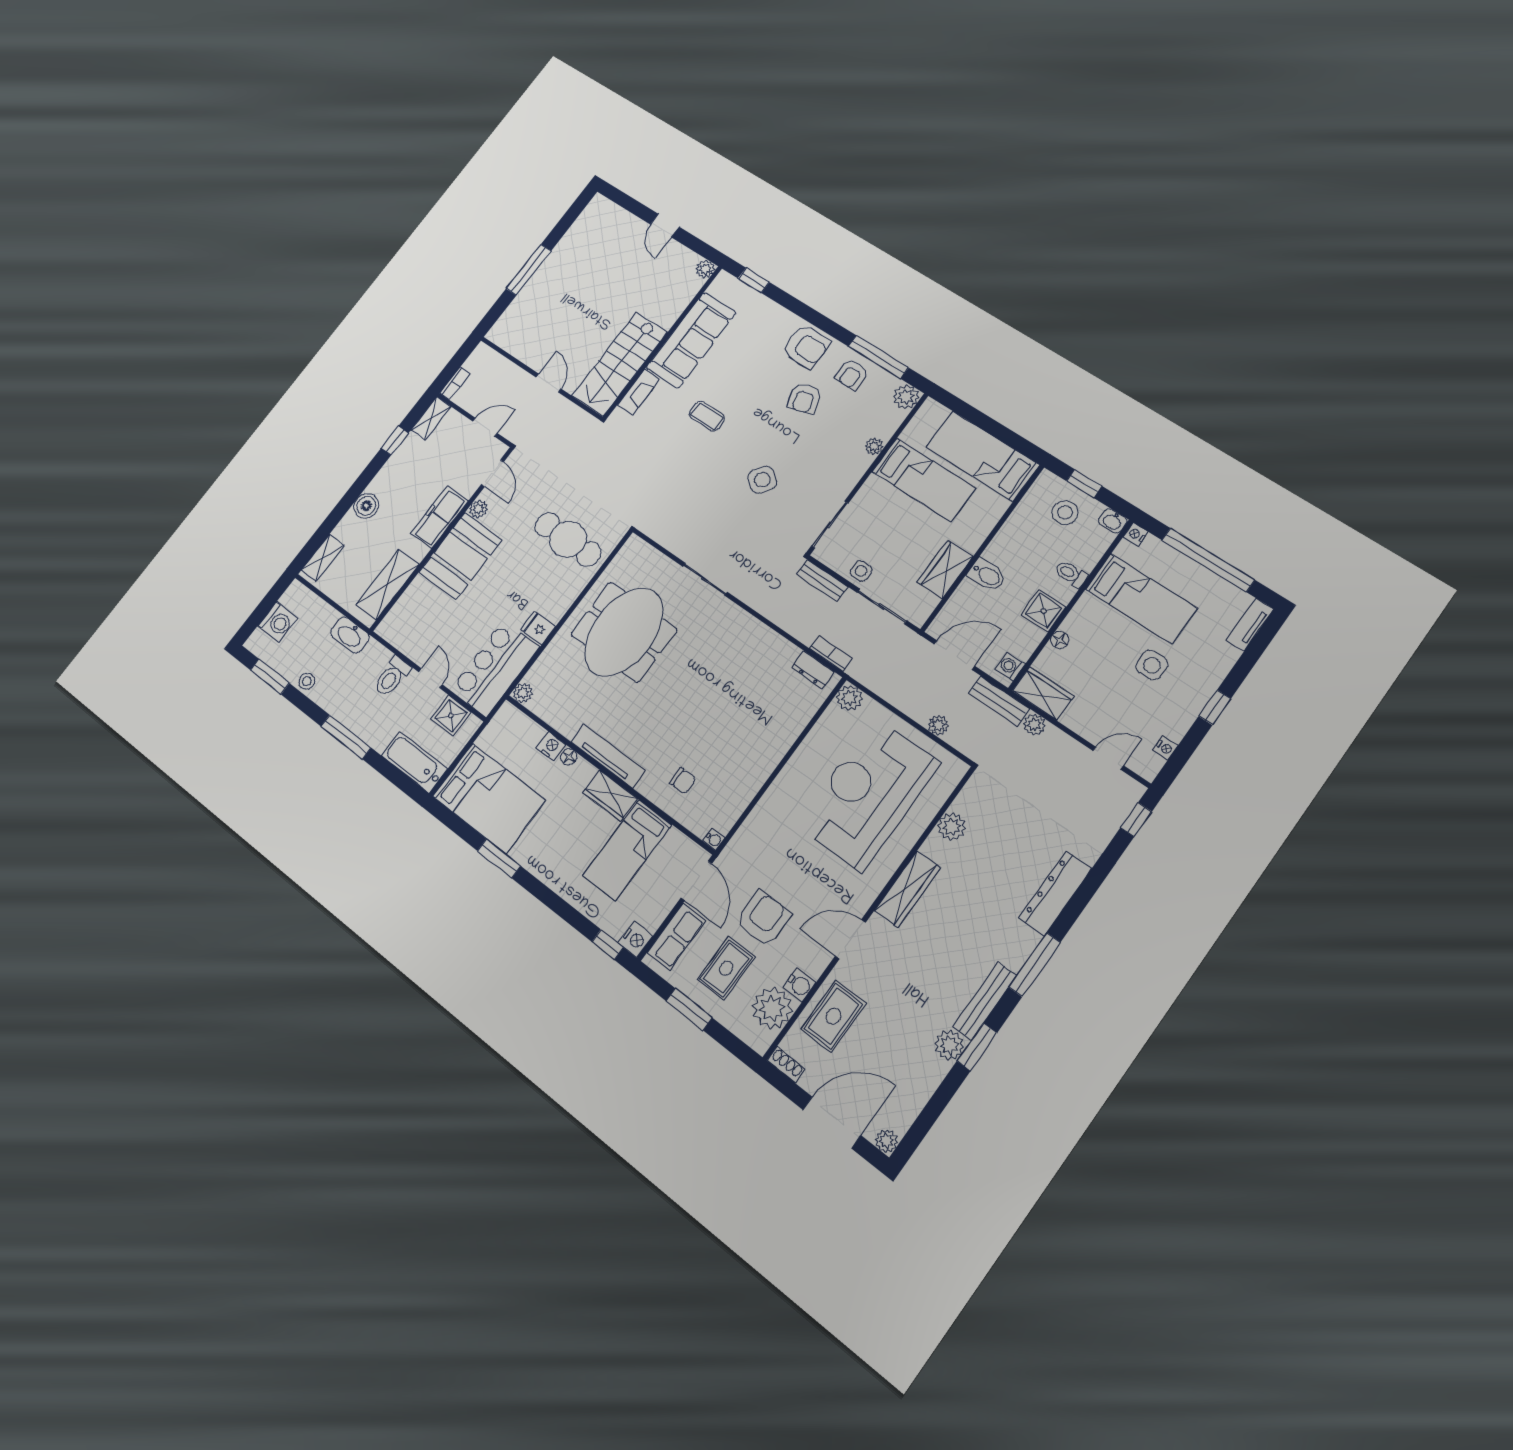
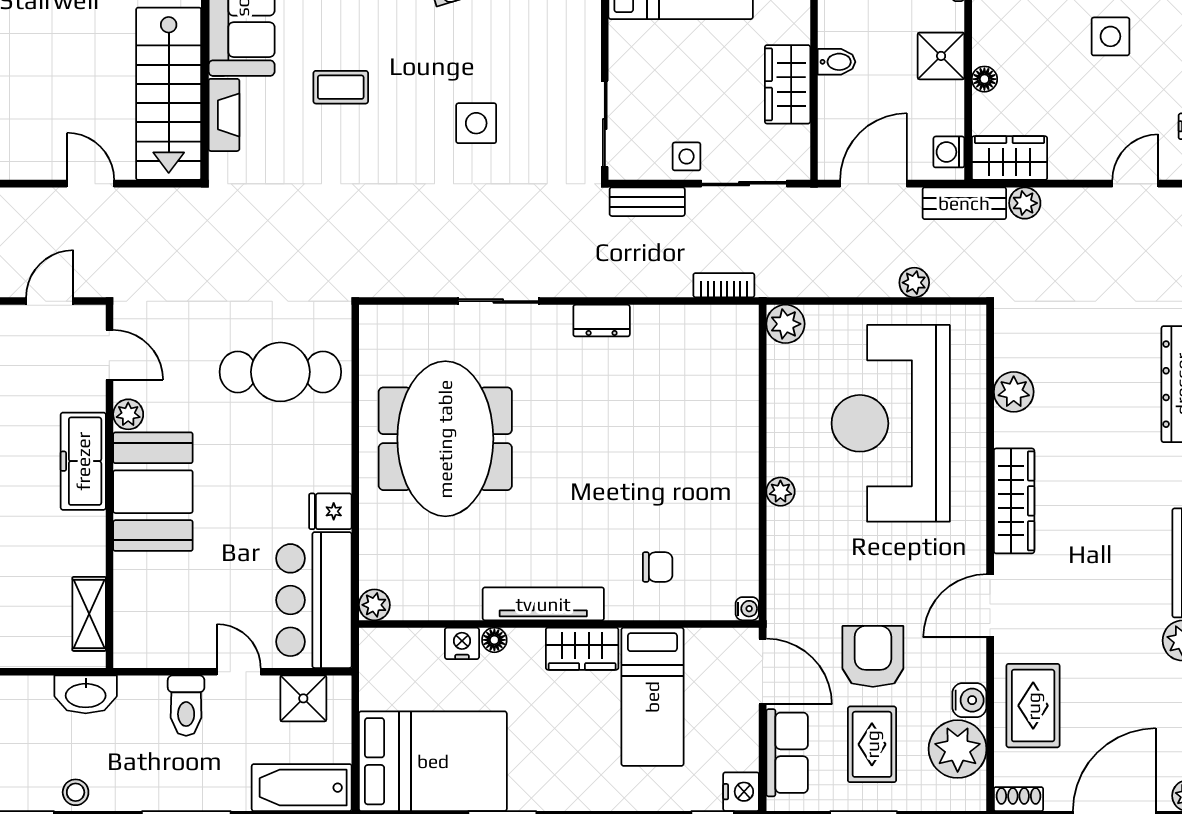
side table: (762, 480) -> (476, 123), turned -37
bidet: (987, 575) -> (836, 62), width x0.72, depth x0.74
shelving: (388, 584) -> (89, 614), width x0.67, depth x0.75
dresser: (813, 670) -> (602, 321), moved
plant: (779, 788) -> (780, 492), added

